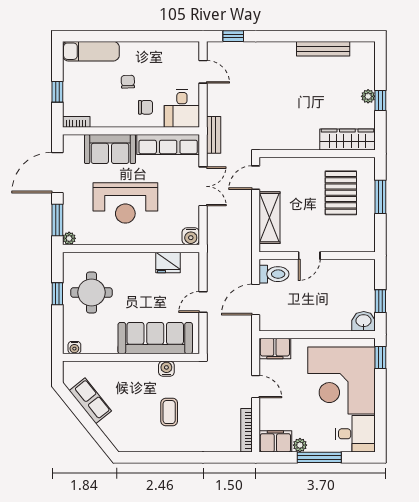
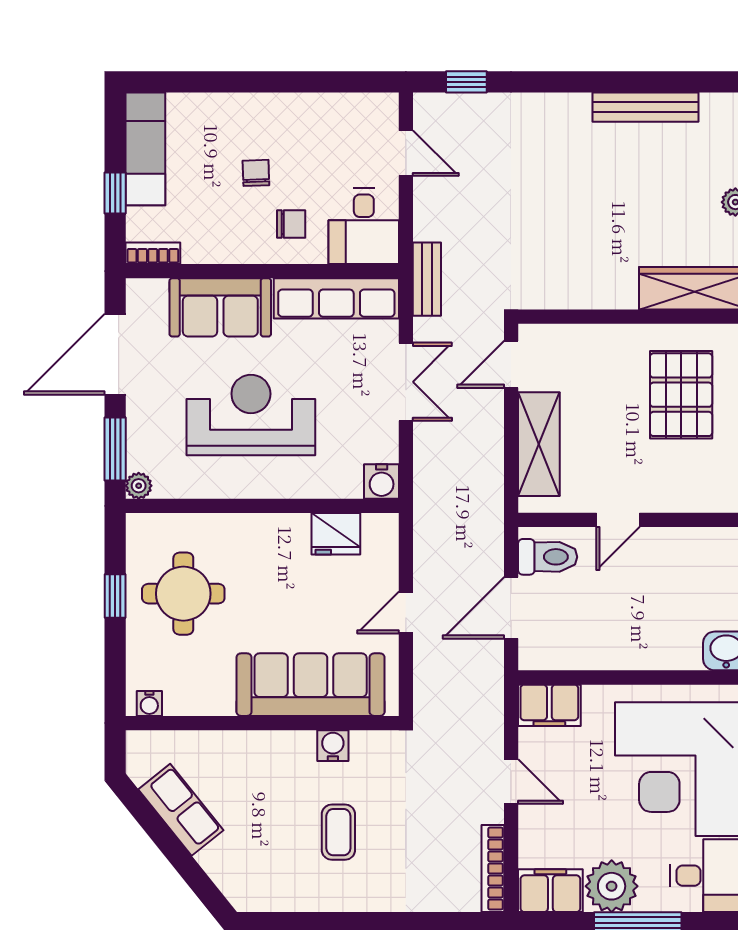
exam couch: (91, 51) -> (145, 149), moved, turned -90
reception desk: (125, 203) -> (251, 415), turned 180
plant: (300, 445) -> (612, 886), width x1.88, depth x1.88

